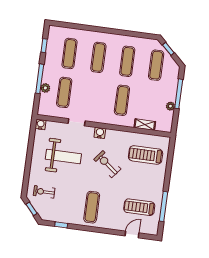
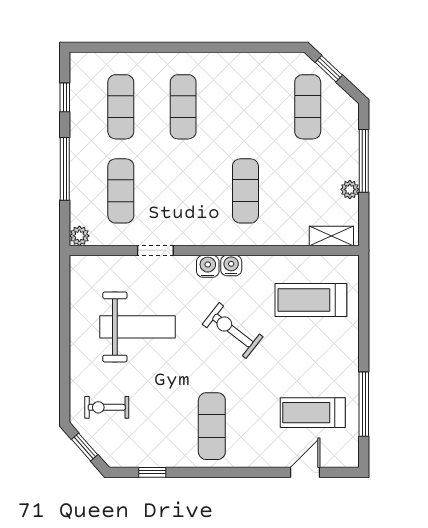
exercise mat: (127, 61) -> (245, 107), removed
plant: (45, 88) -> (79, 236), moved
water cooler: (41, 124) -> (231, 265), moved
shelving: (145, 125) -> (331, 236), moved

